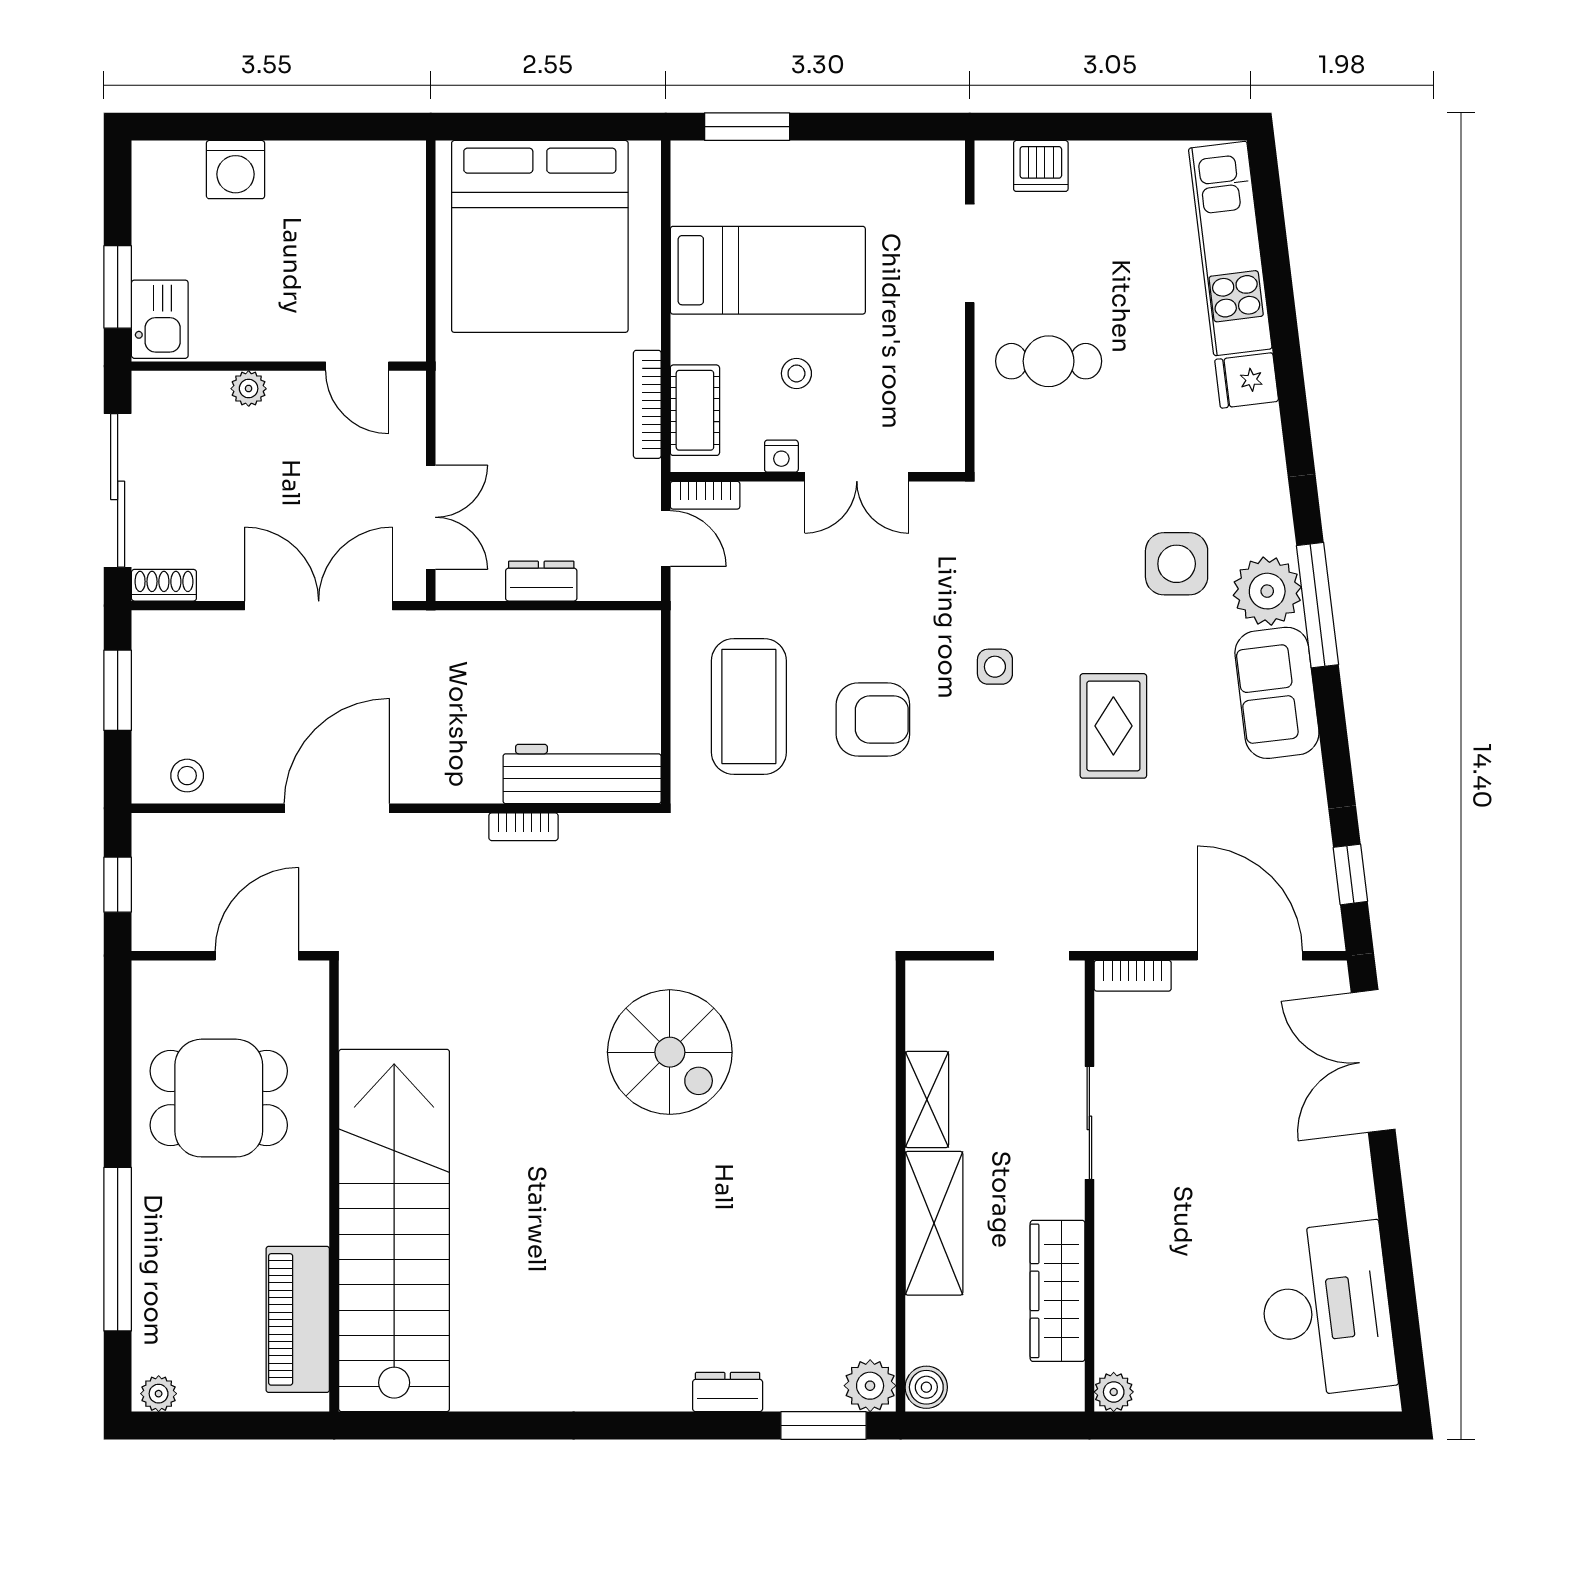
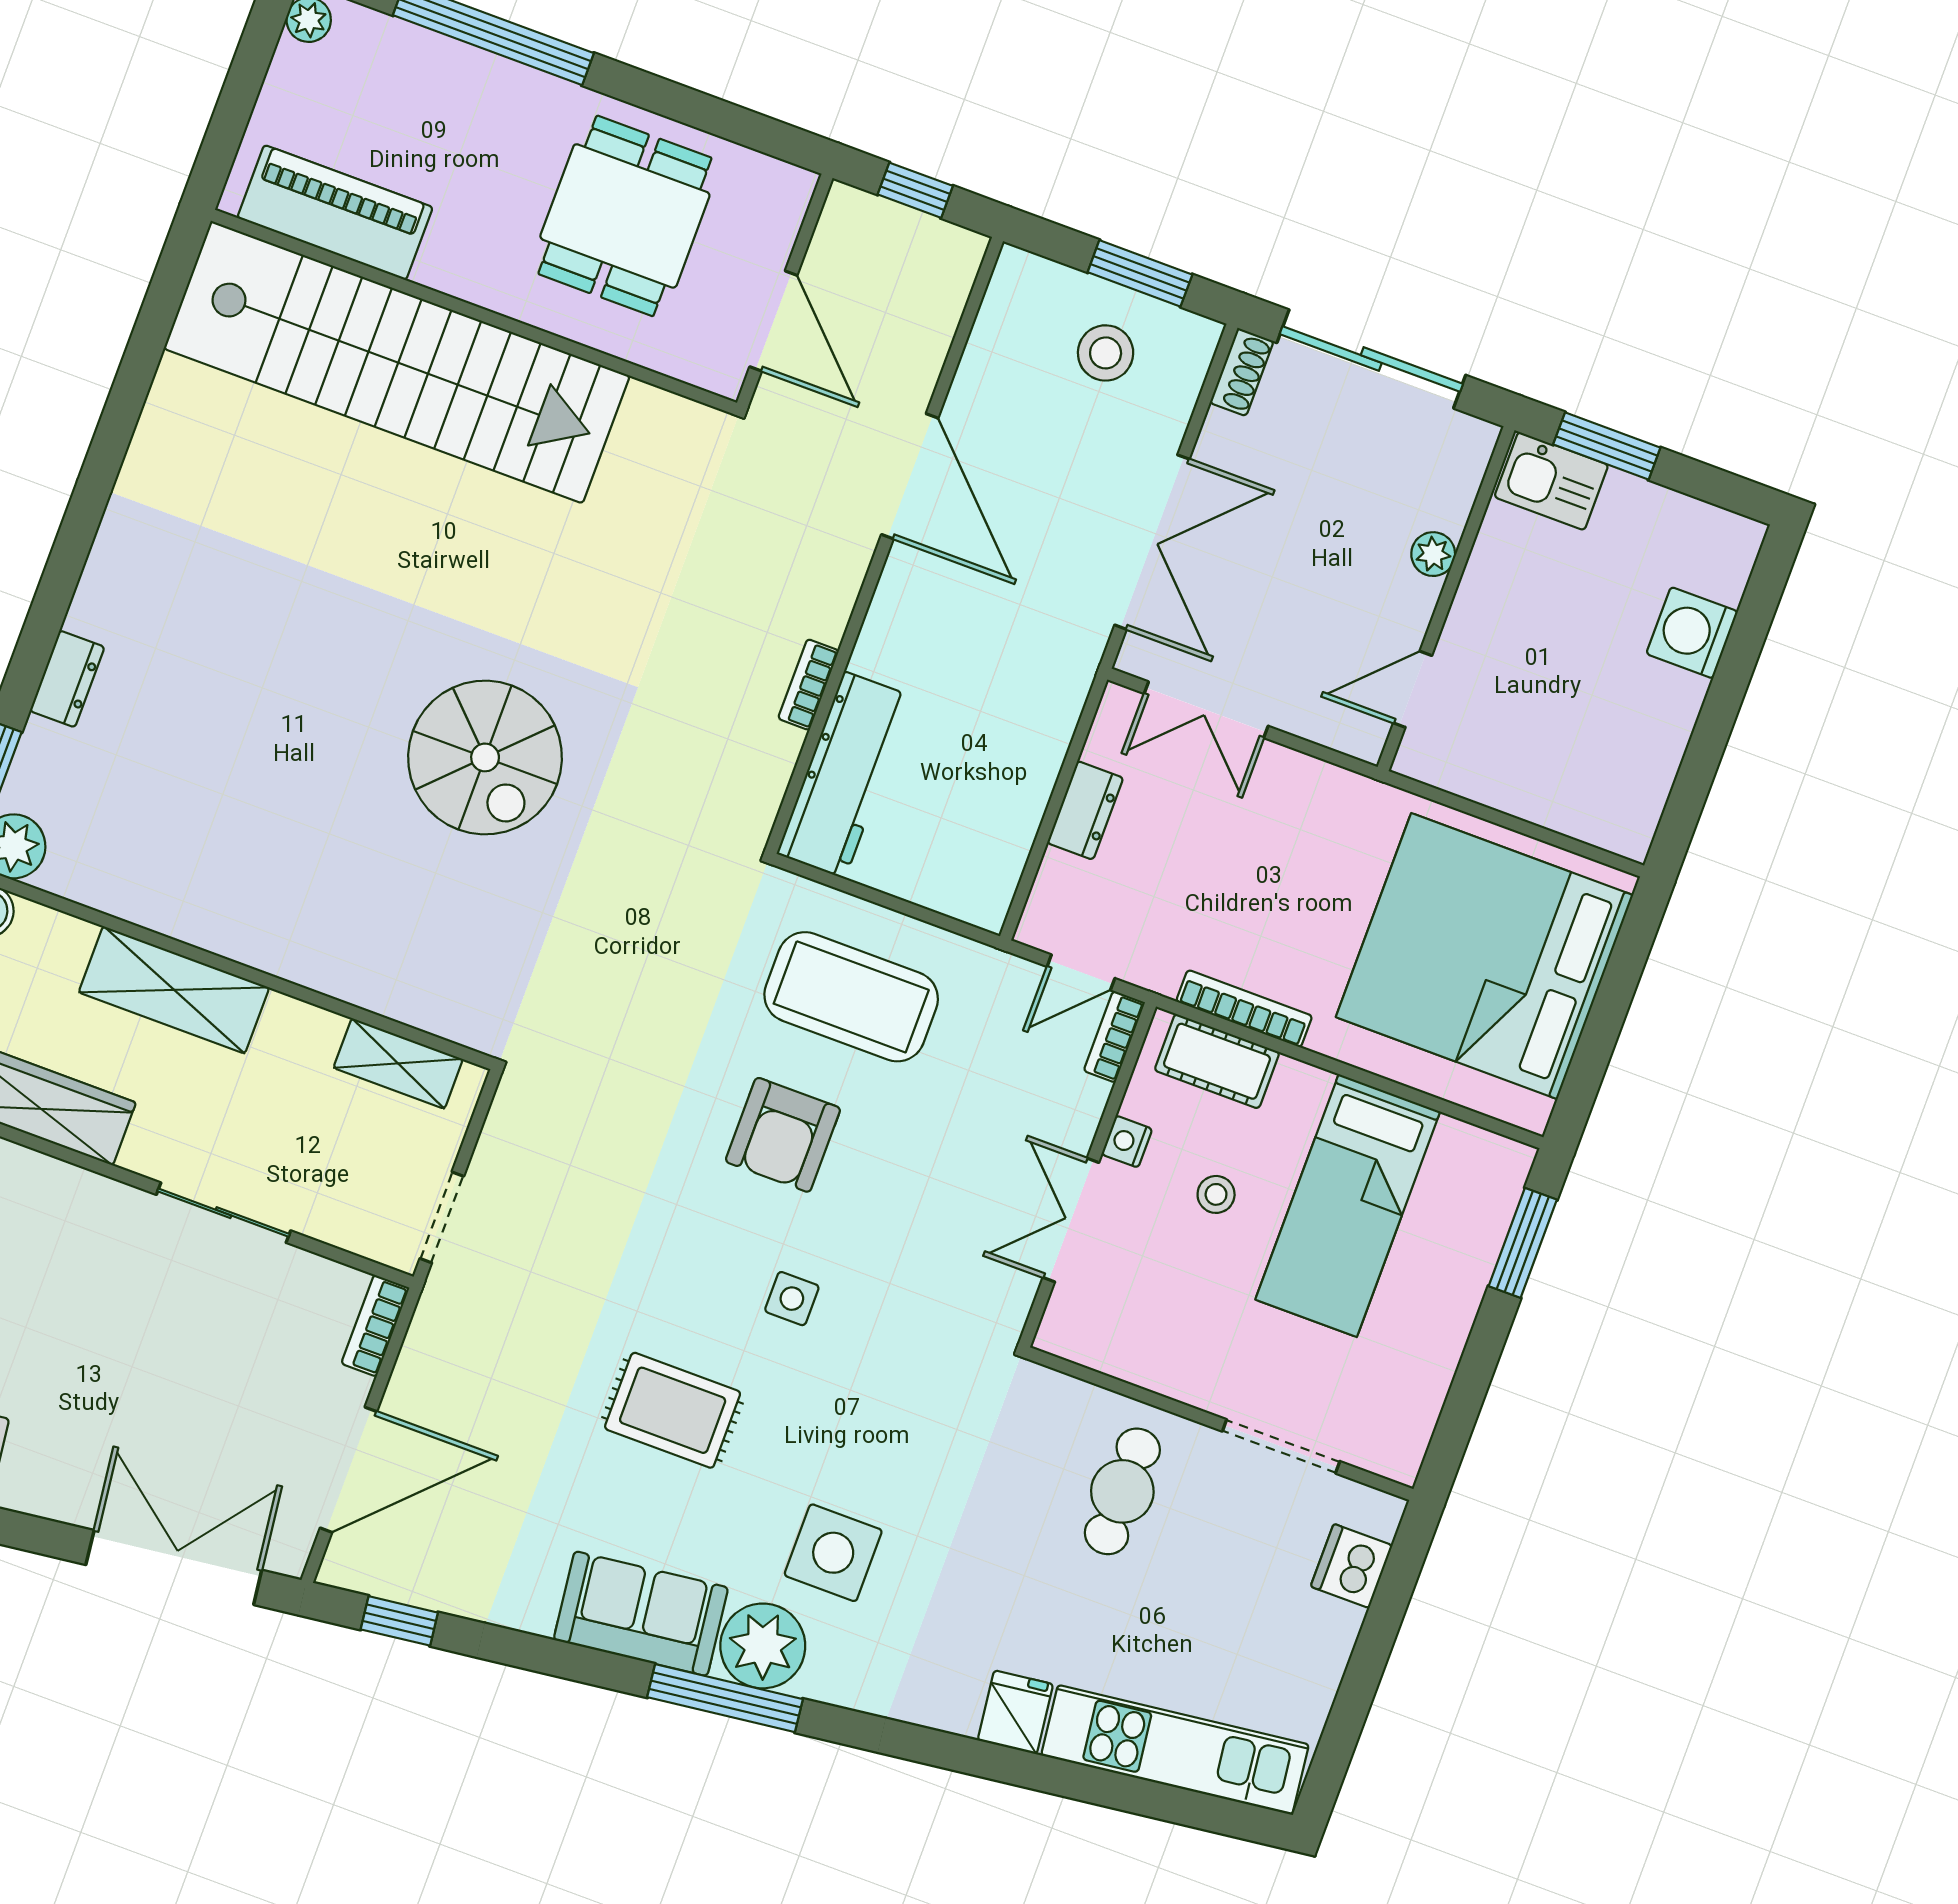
stool: (187, 776) -> (1106, 353), moved, width x1.37, depth x1.37
spiral stairs: (670, 1052) -> (485, 757), turned -90
shelving: (927, 1099) -> (398, 1063), moved

